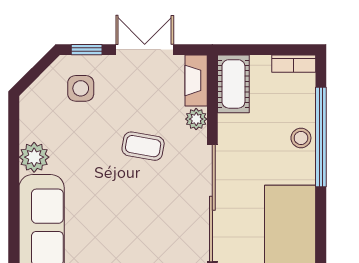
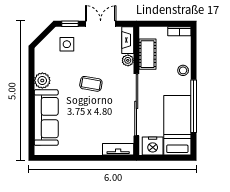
cot: (233, 84) -> (147, 54), moved
window: (321, 137) -> (194, 106), moved
coffee table: (143, 146) -> (91, 84), moved

